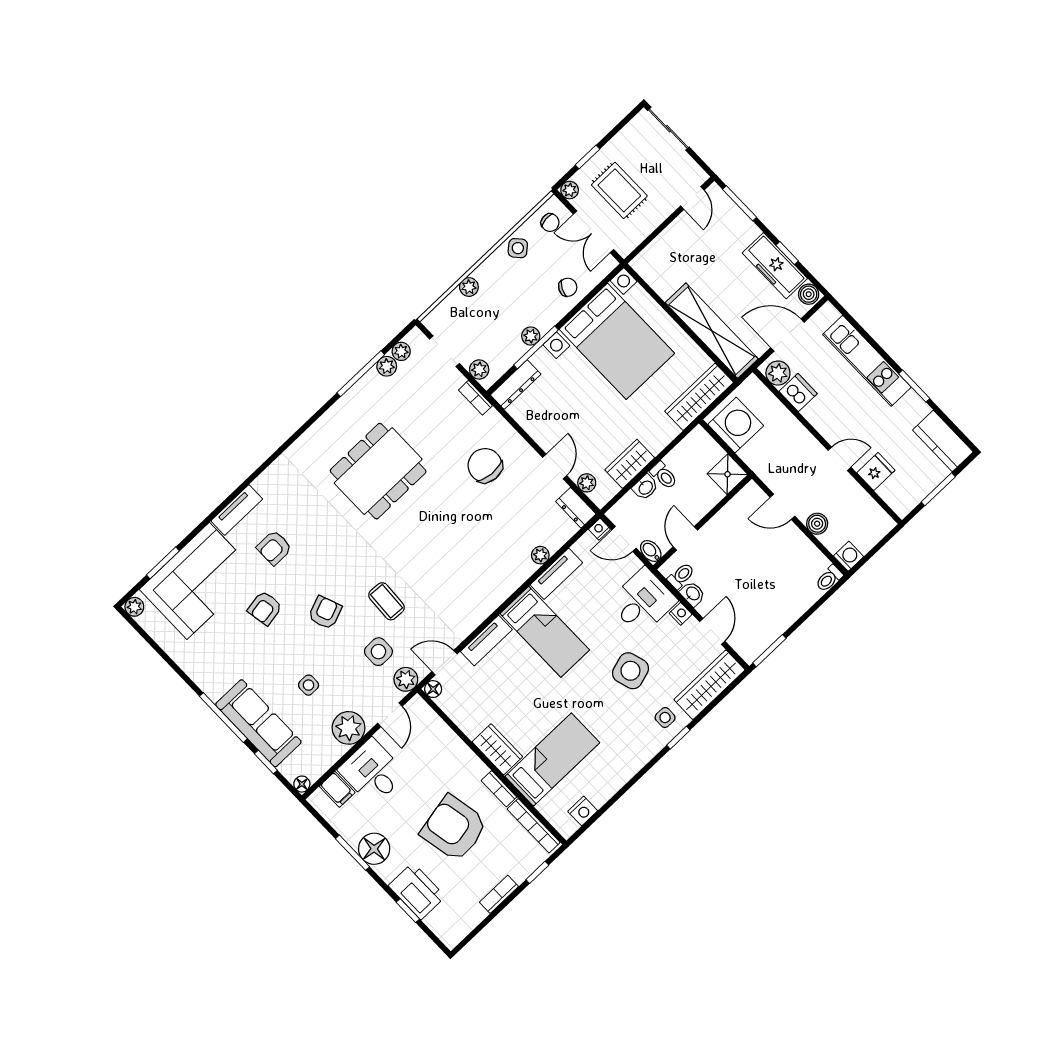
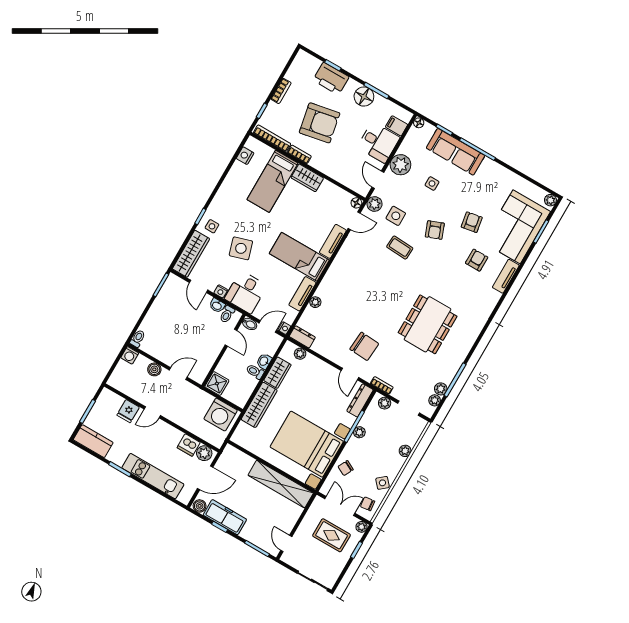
shelving: (712, 331) -> (281, 484), moved
wardrobe: (699, 397) -> (259, 405), moved
door: (555, 466) -> (350, 374), moved

